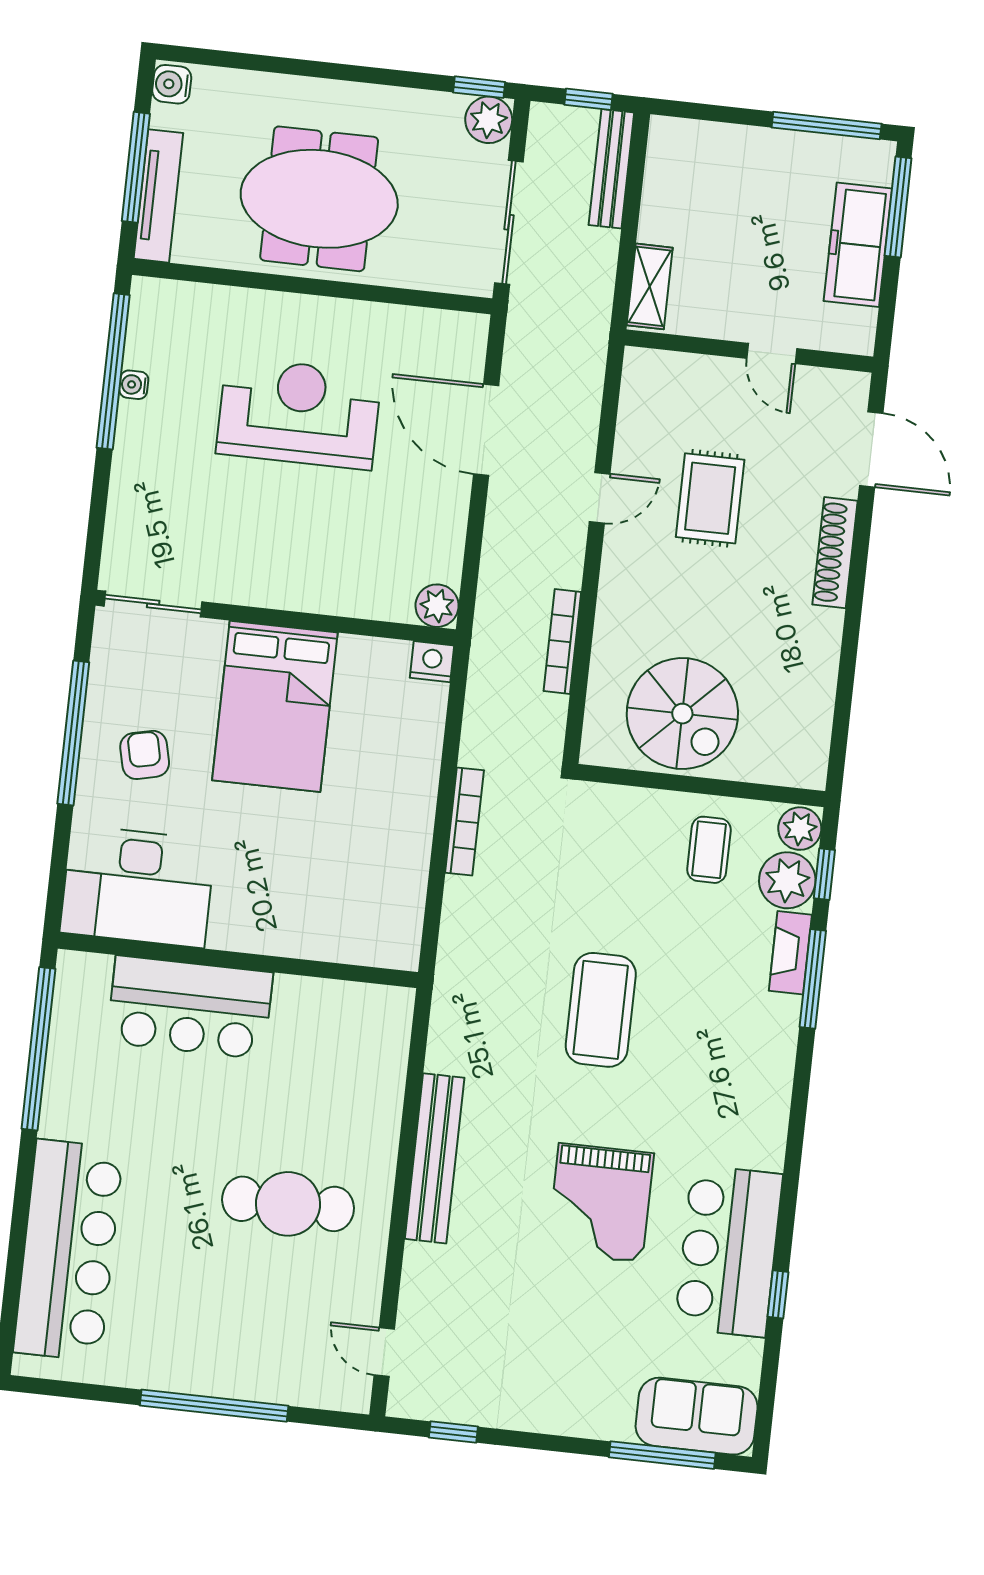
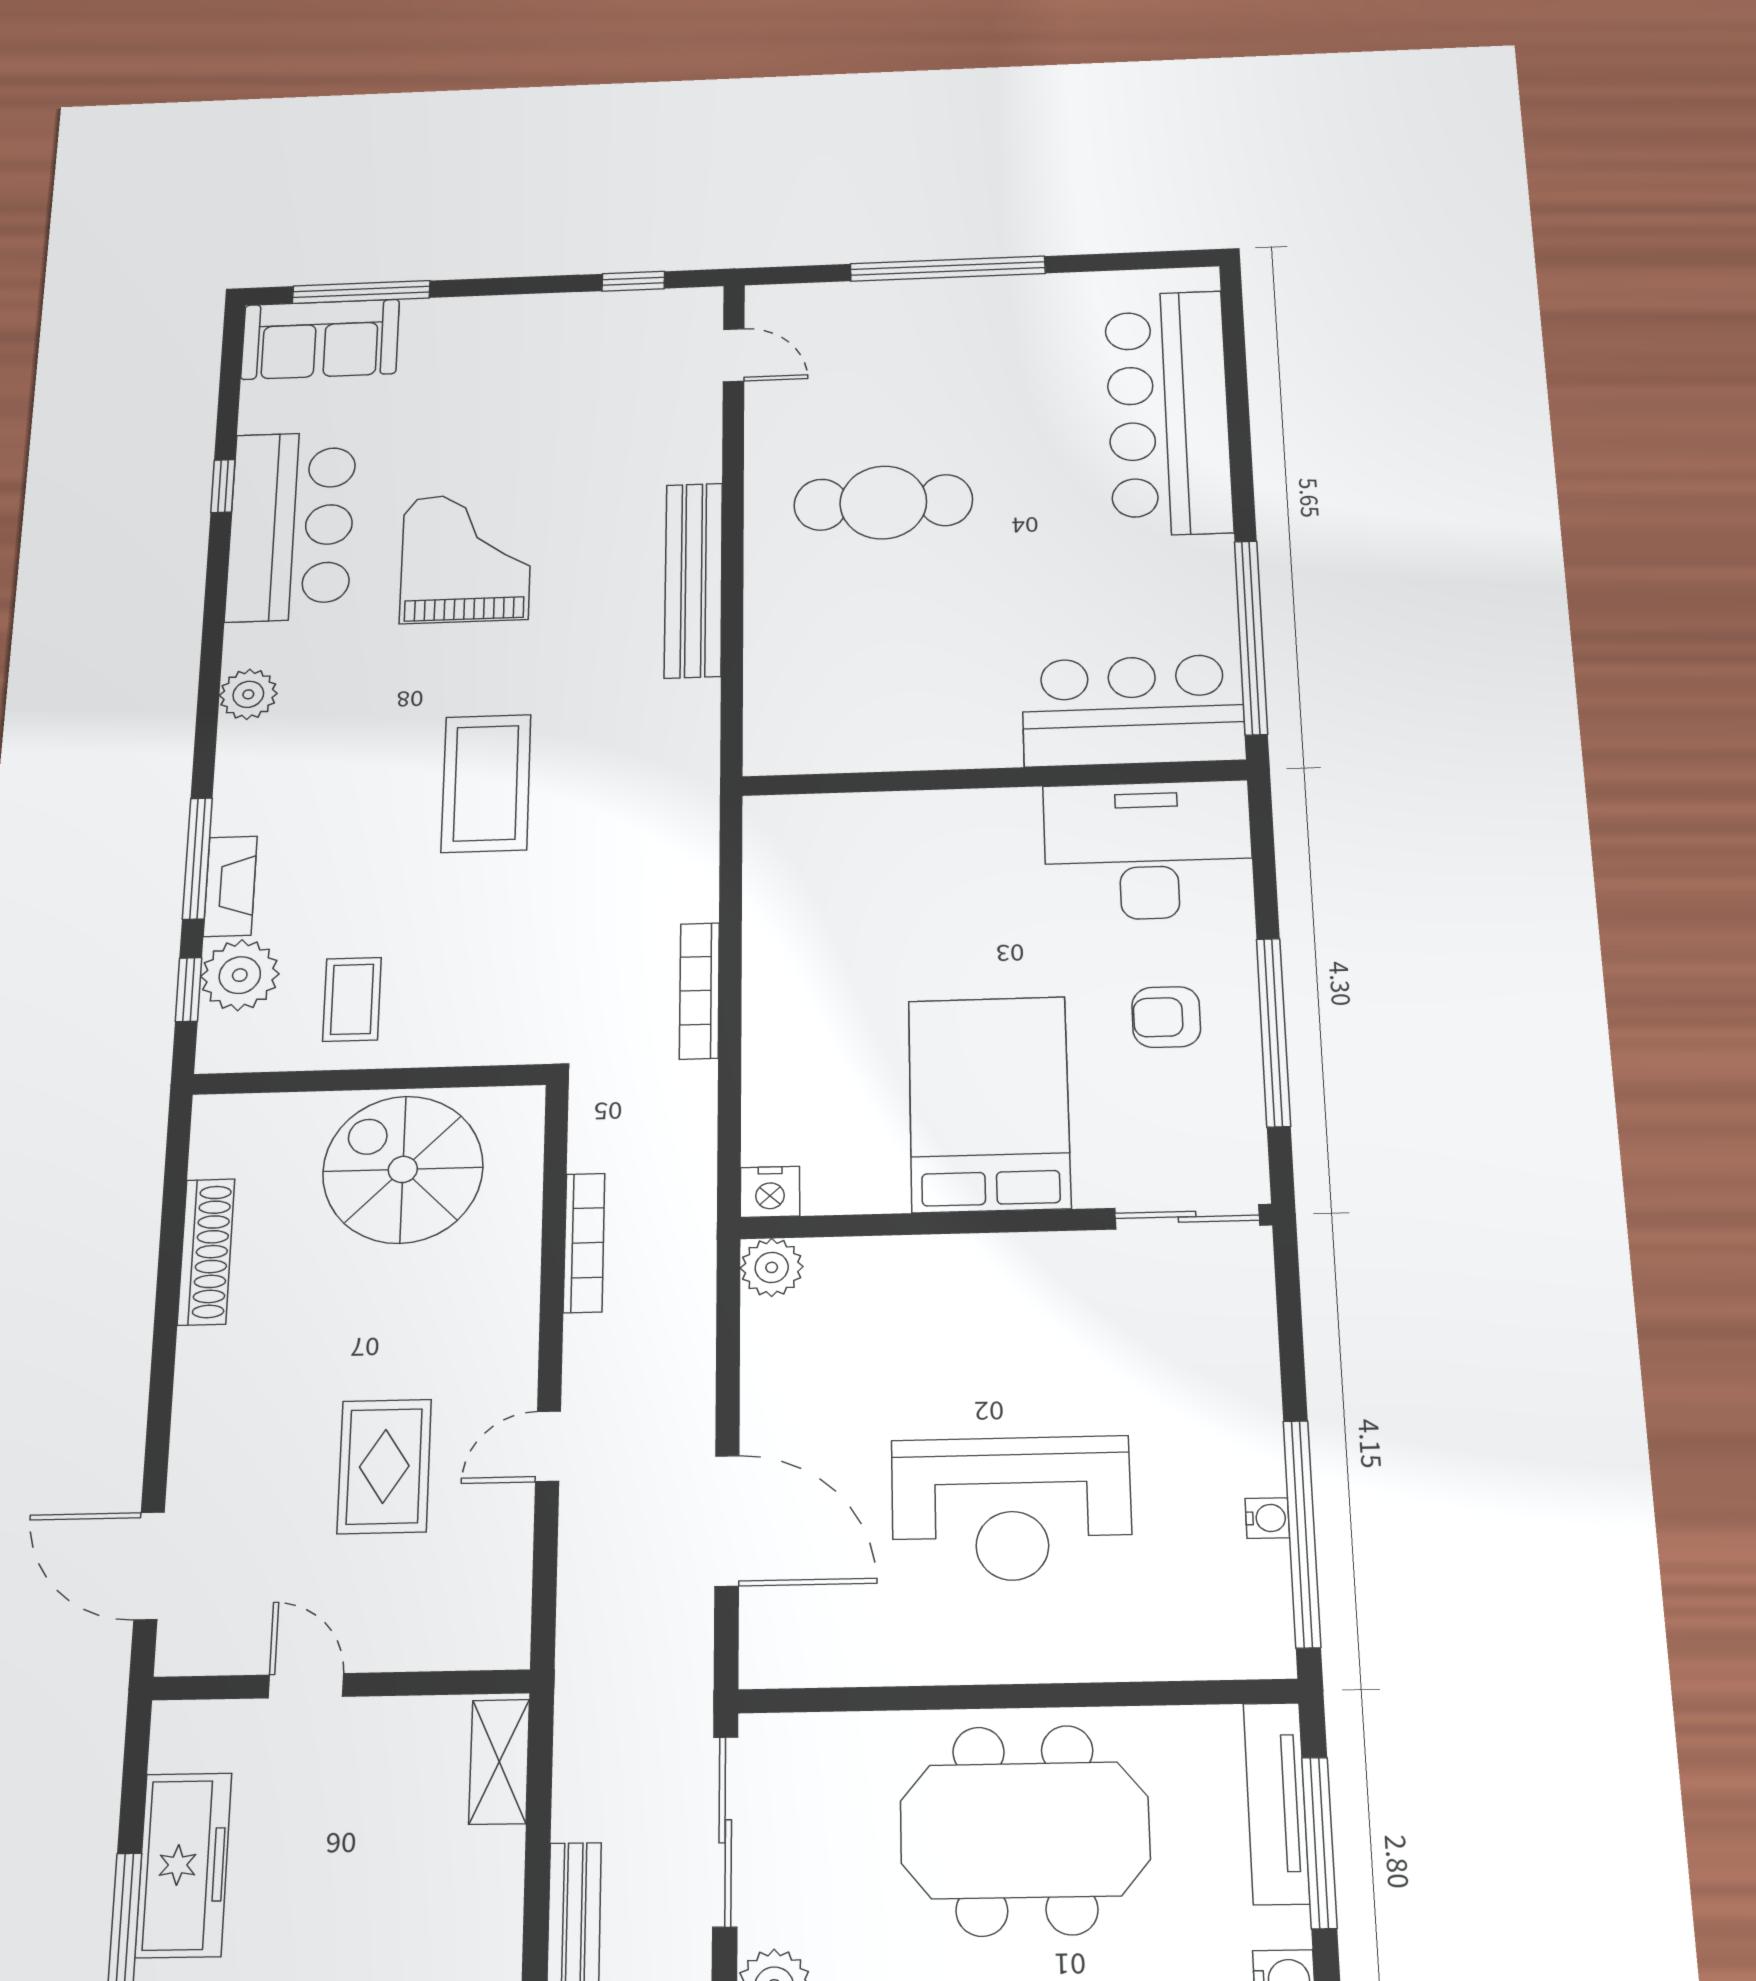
shoe rack: (835, 553) -> (206, 1252), moved
armchair: (145, 755) -> (1166, 1017), turned 103
plant: (800, 829) -> (248, 694), moved
bar counter: (190, 1007) -> (1133, 710), moved

